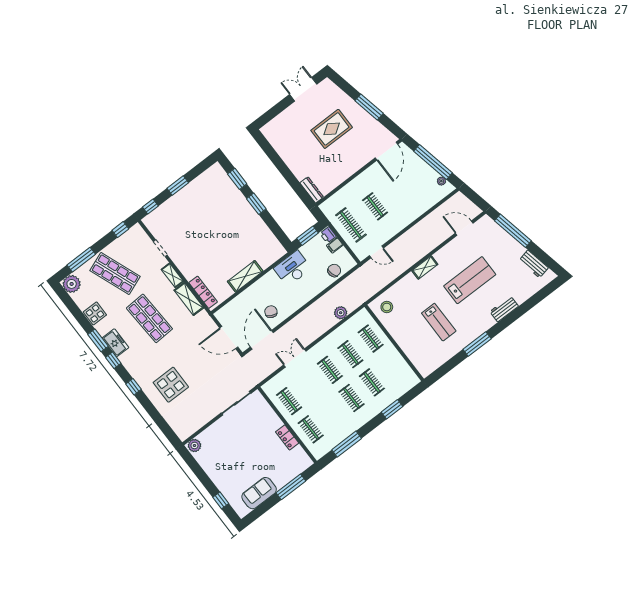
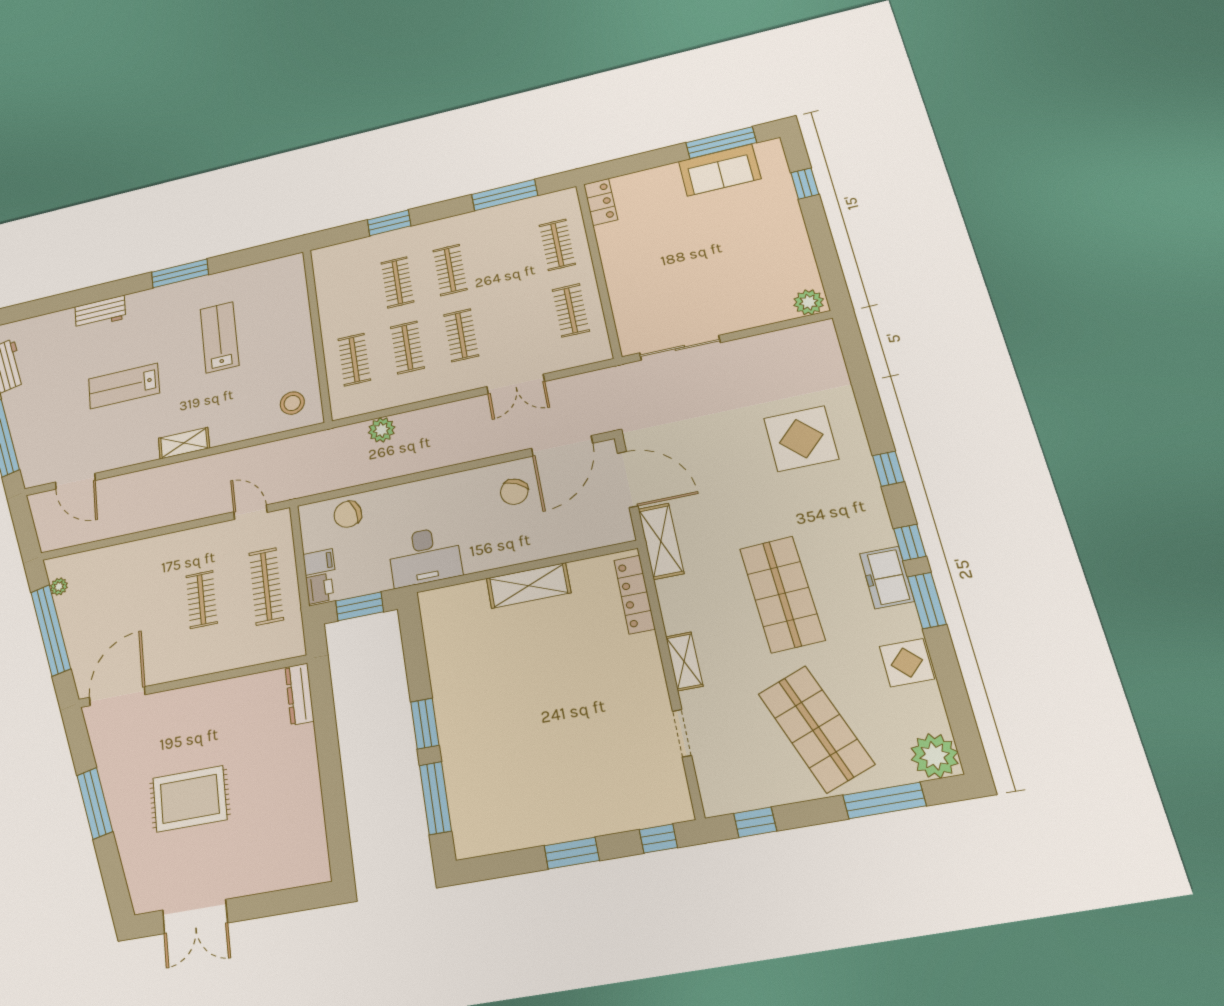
window: (237, 179) -> (435, 798), width x1.44
lab bench: (470, 280) -> (124, 386), width x0.73, depth x0.72
shelving: (189, 299) -> (661, 541), moved
locker: (287, 437) -> (601, 202), moved
window: (291, 487) -> (721, 143), moved

